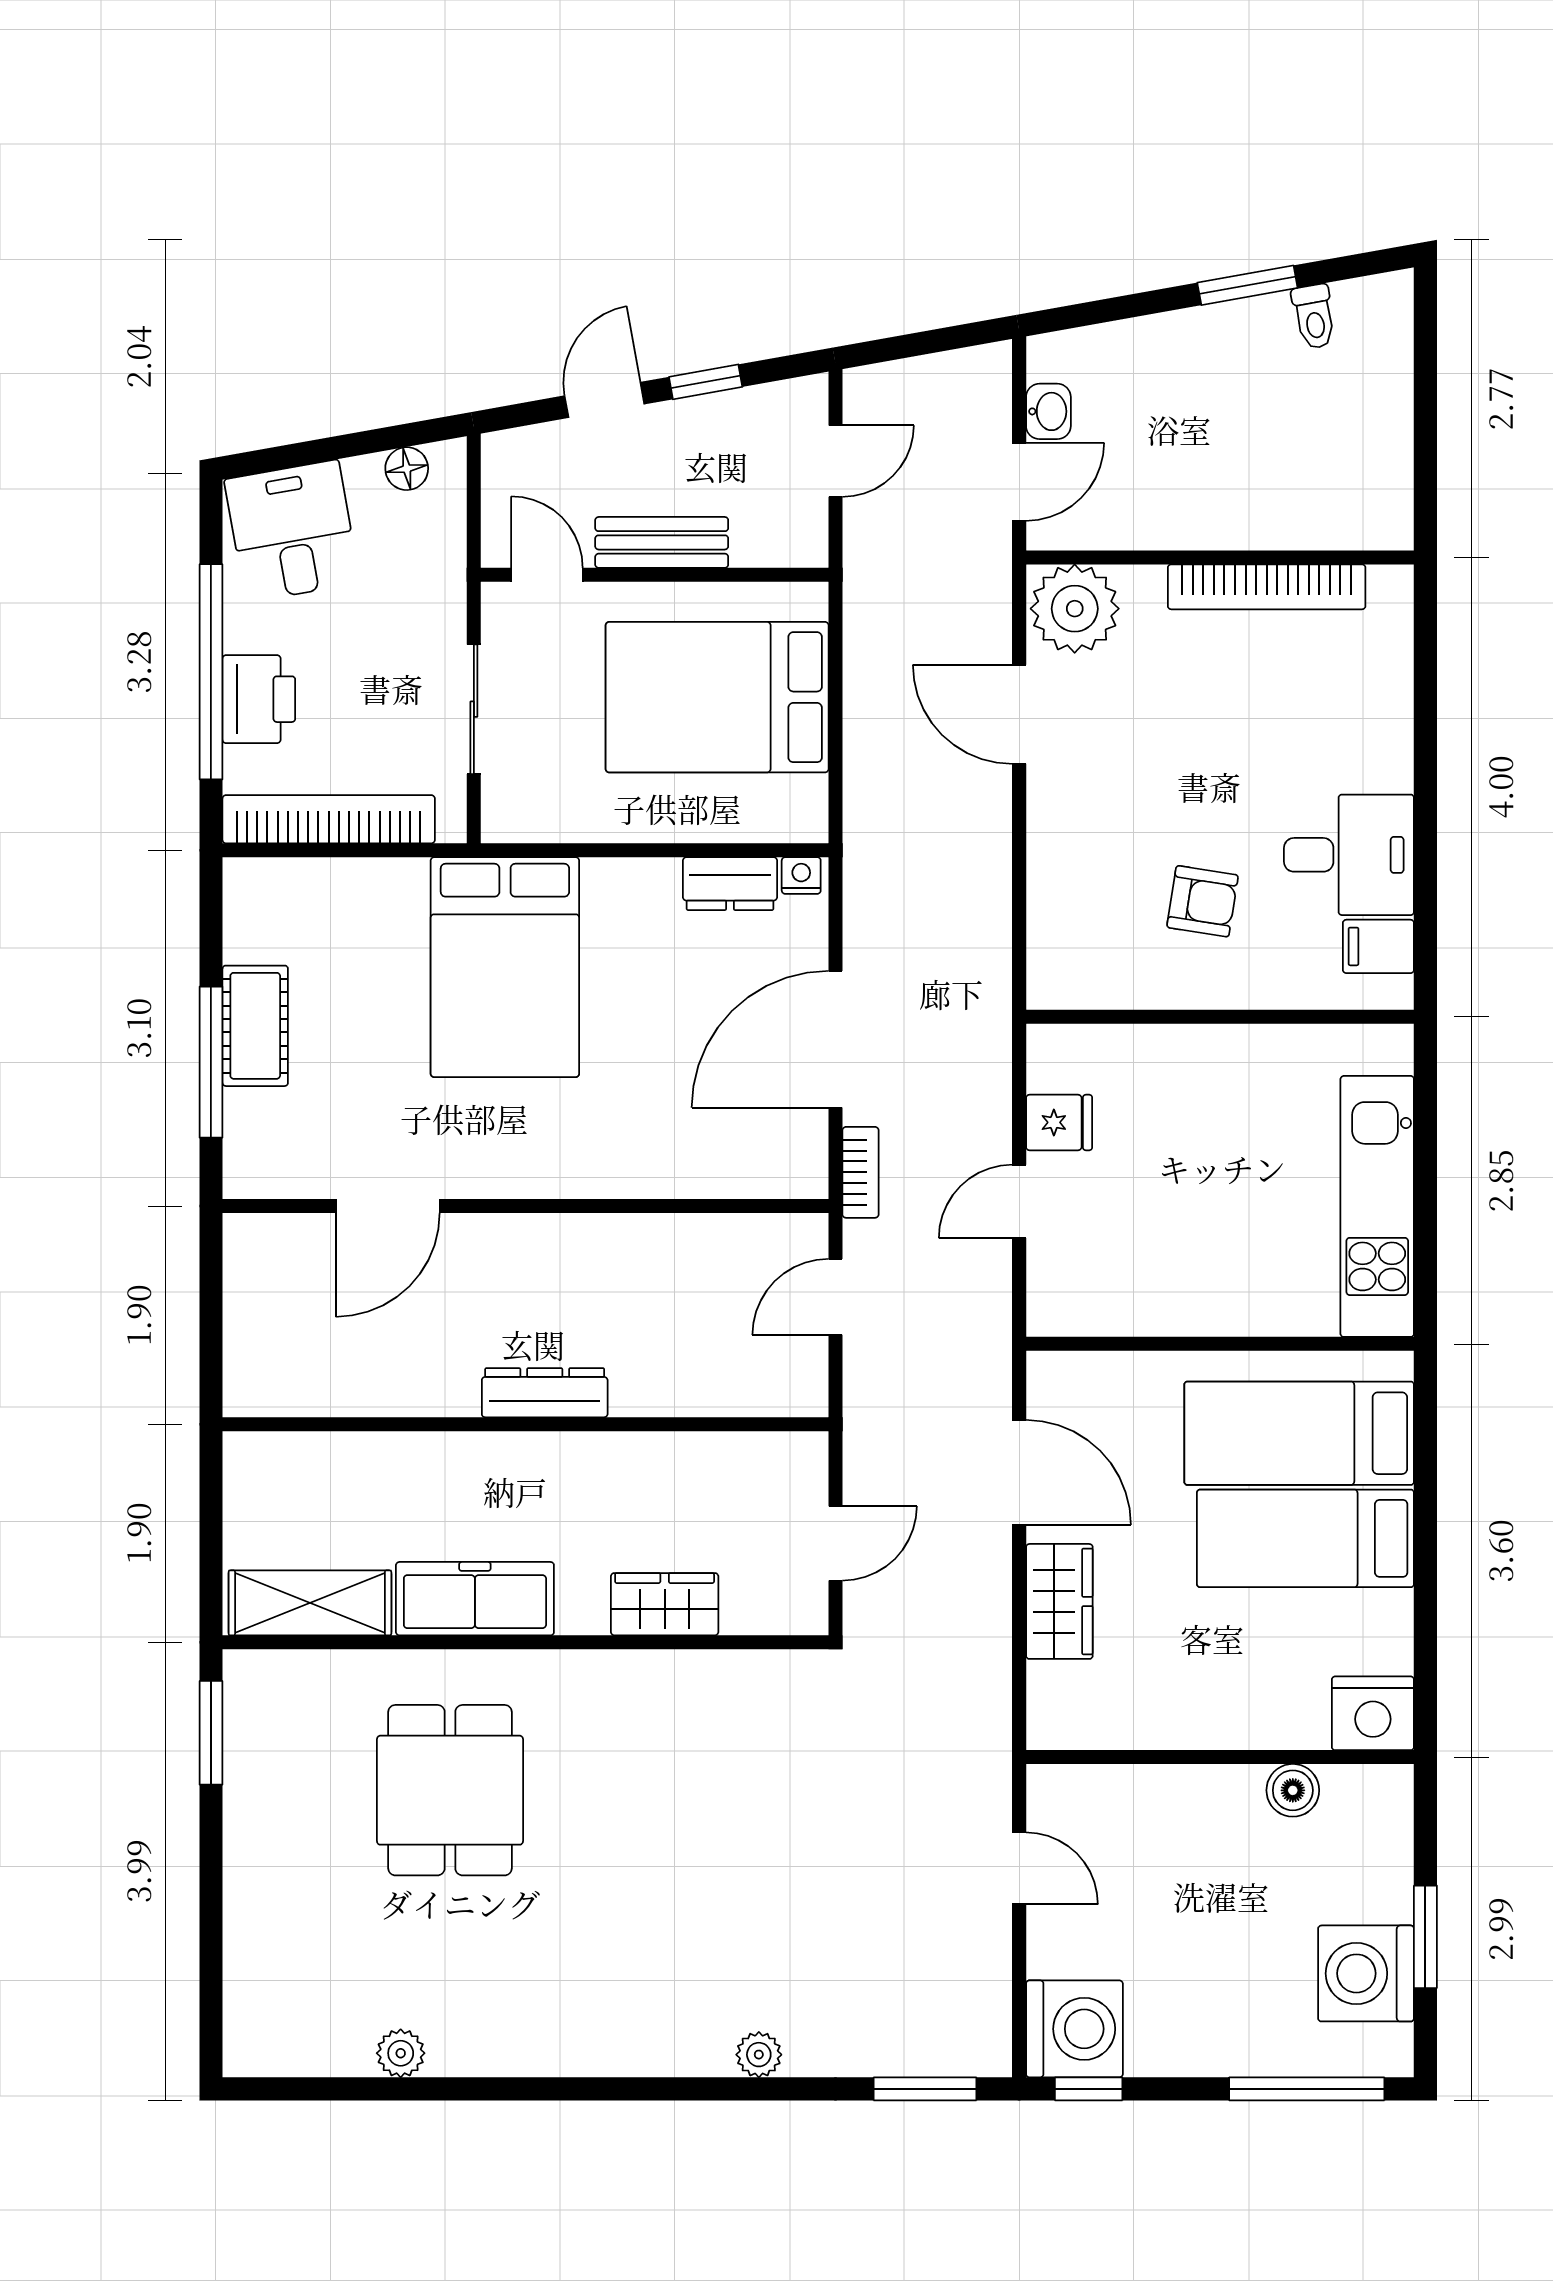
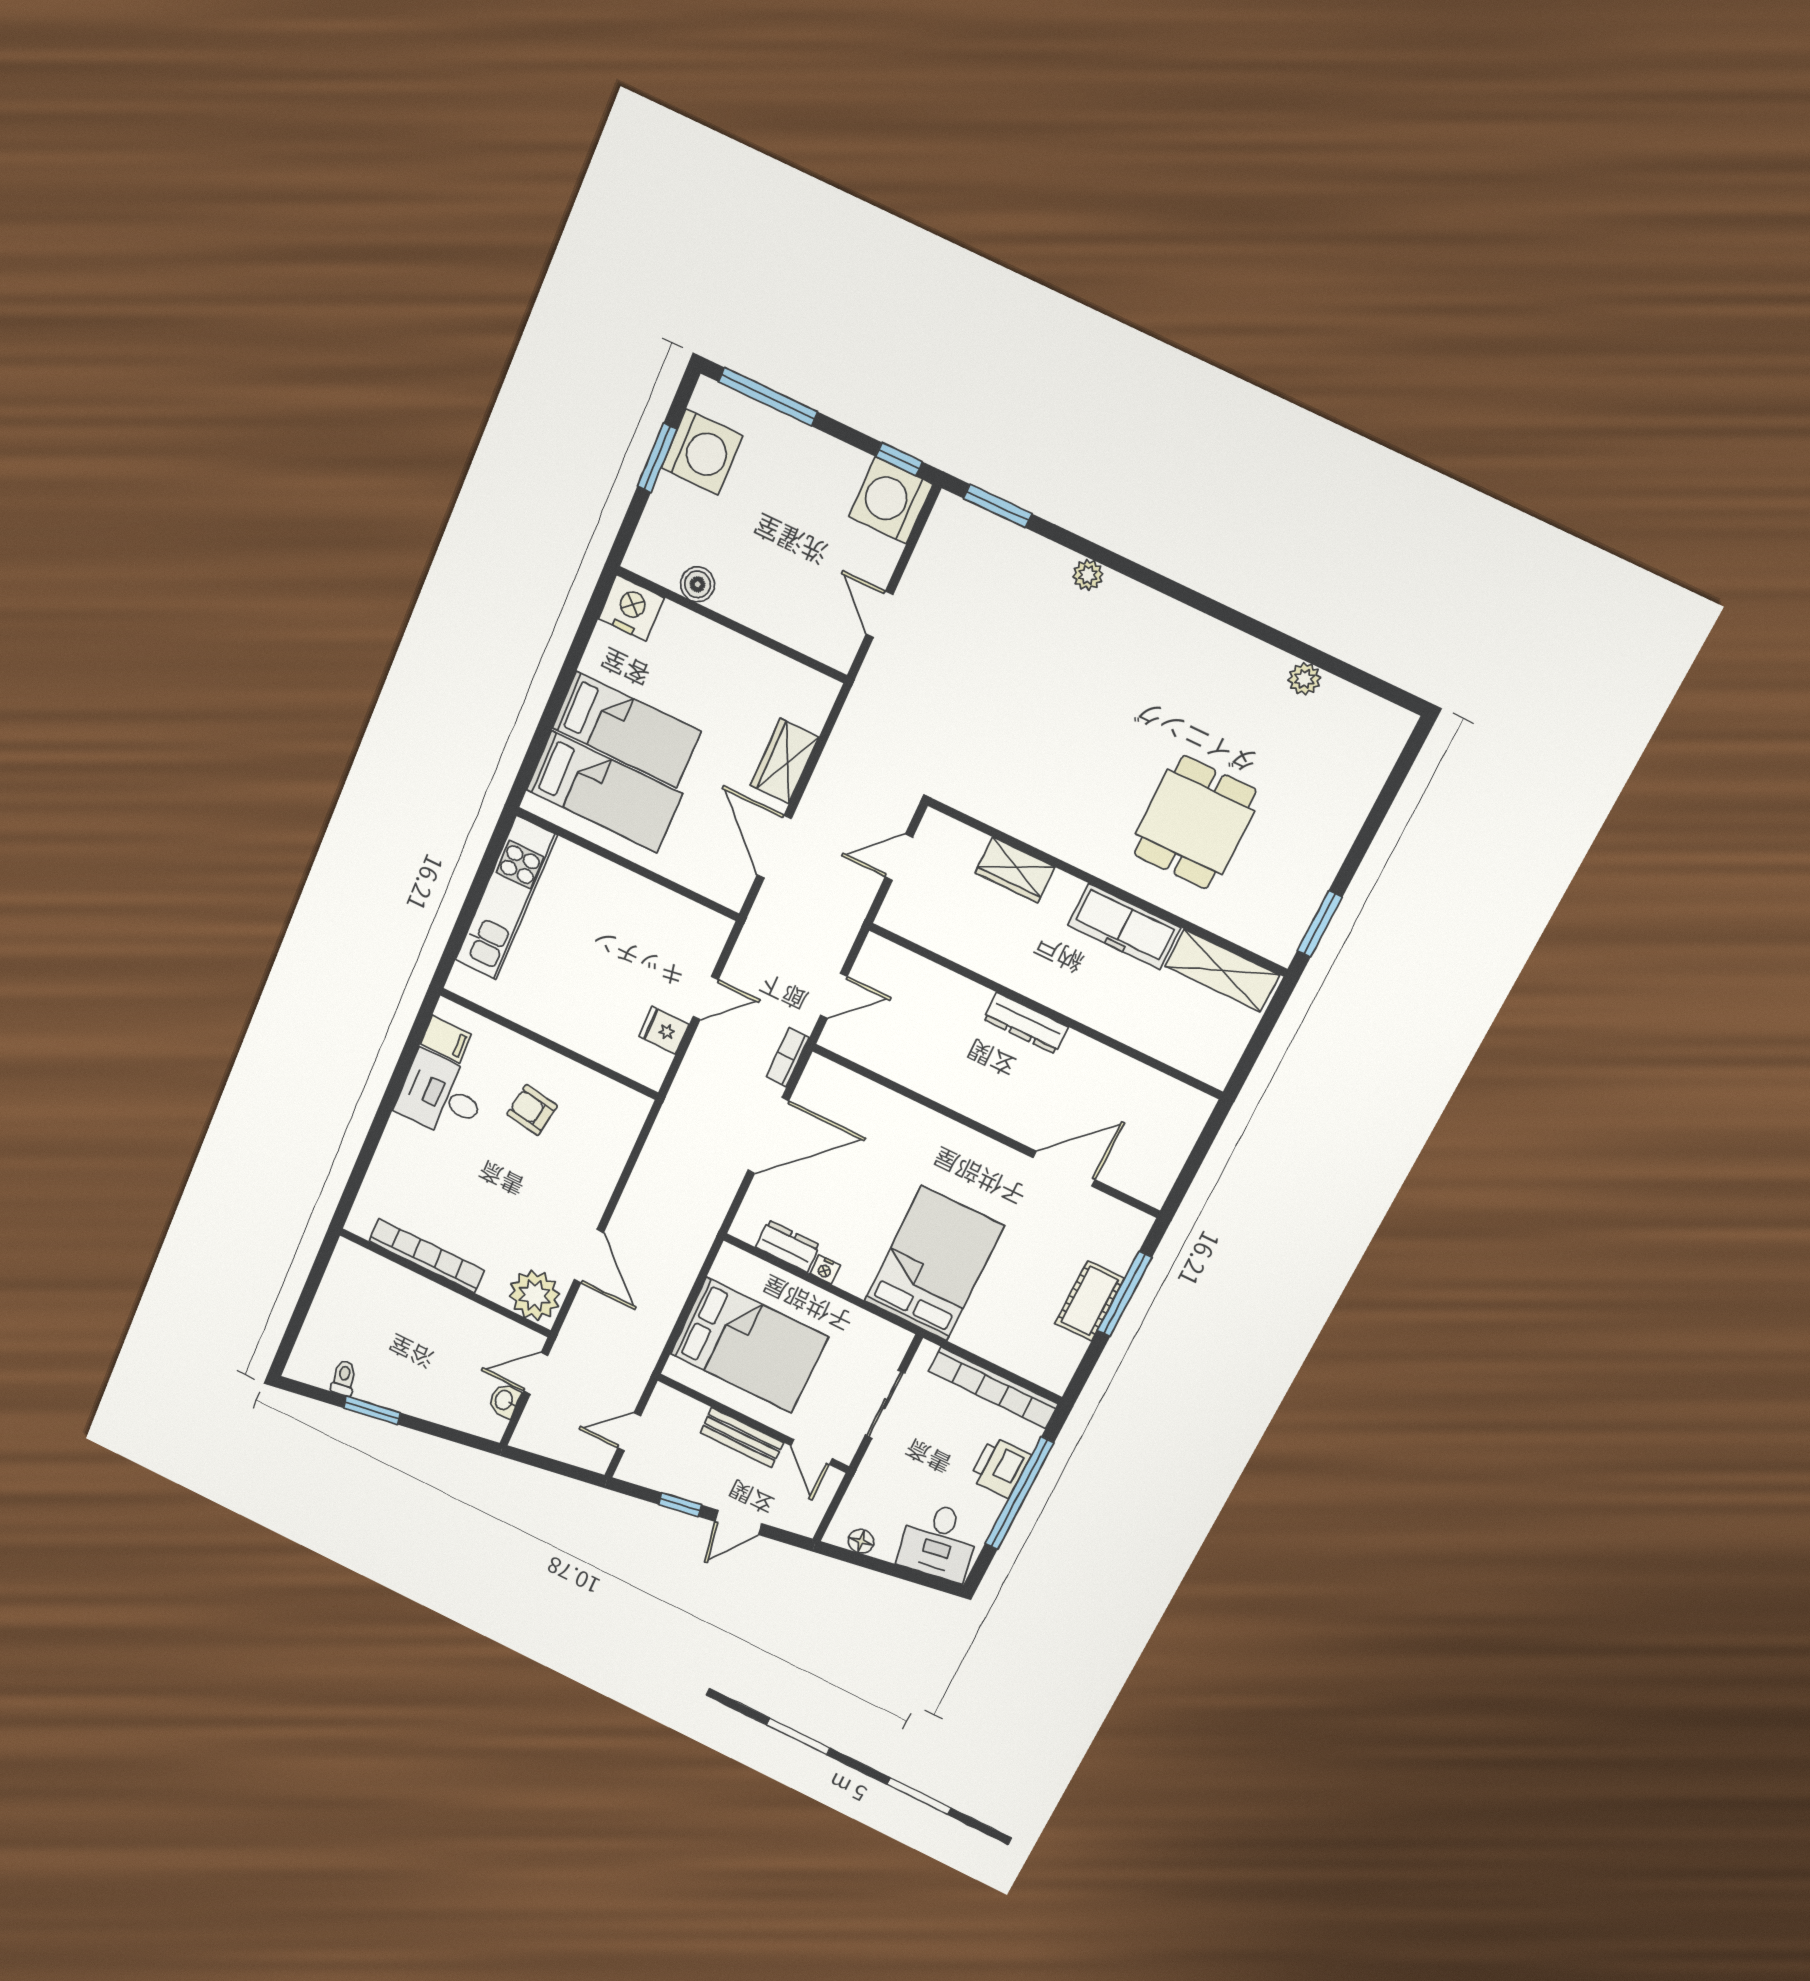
nightstand: (801, 876) -> (825, 1270), moved

